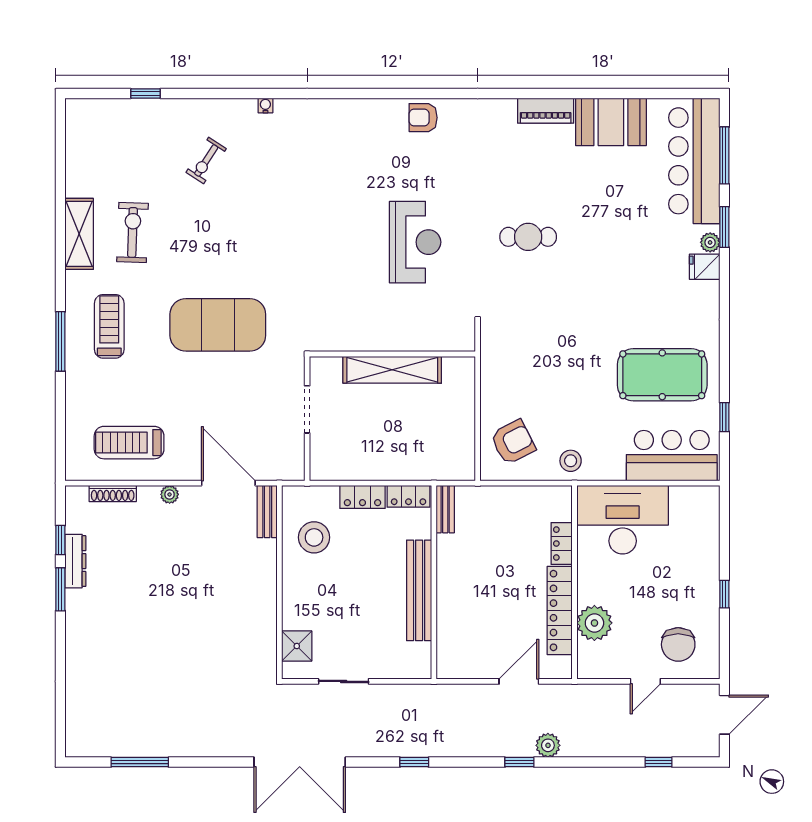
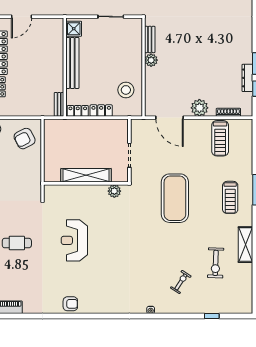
exercise bike: (133, 232) -> (216, 263), moved
exercise mat: (218, 325) -> (175, 198), turned 90
plant: (337, 339) -> (114, 191), added
treadmill: (129, 443) -> (220, 138), turned 90
plant: (170, 494) -> (199, 108), width x1.87, depth x1.87
bench: (267, 512) -> (150, 39), moved
plant: (264, 596) -> (151, 60), added
shower: (297, 646) -> (74, 29), moved

